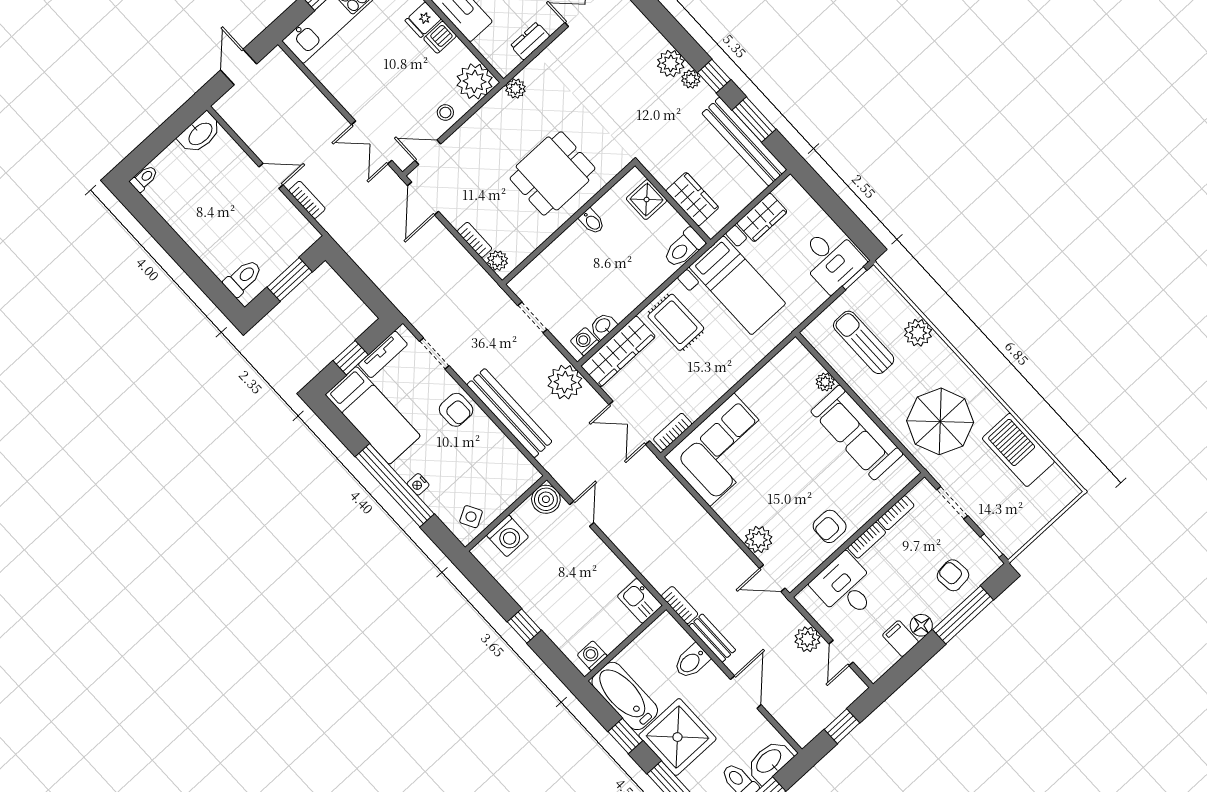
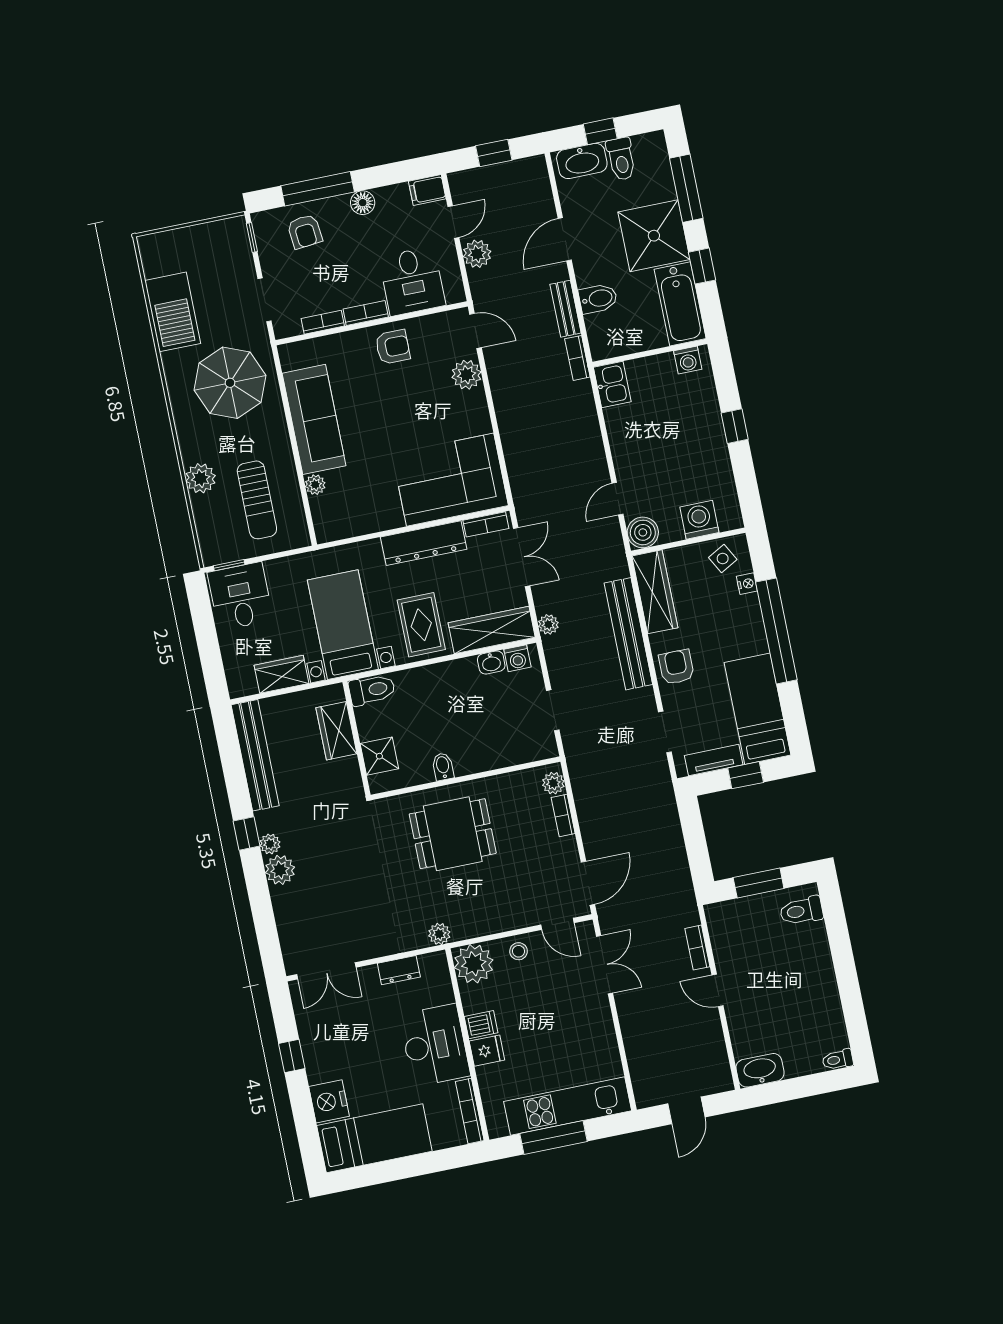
window: (754, 120) -> (234, 770), removed
plant: (565, 382) -> (548, 624), width x0.53, depth x0.53
dresser: (713, 387) -> (424, 543), added
wardrobe: (508, 458) -> (655, 592), added
nightstand: (418, 484) -> (747, 584), moved
filing cabinet: (900, 639) -> (427, 190), moved, turned 90

